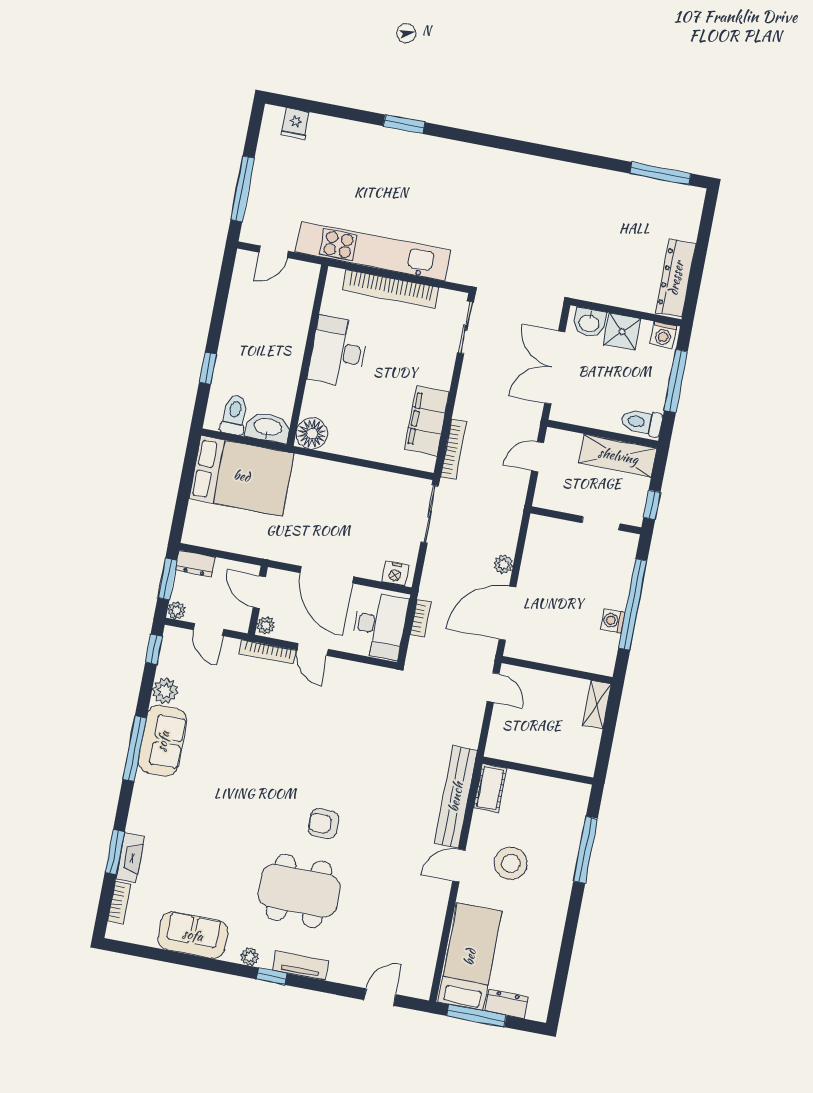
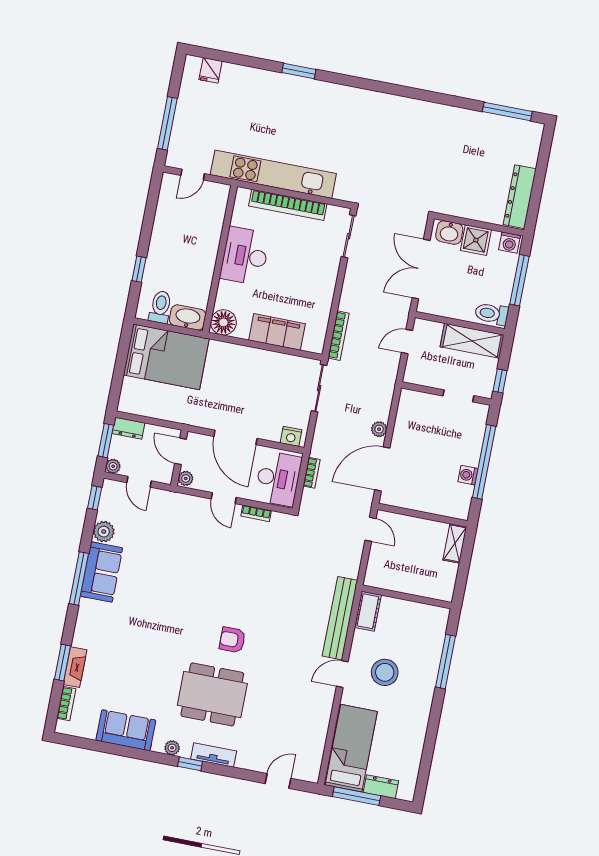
filing cabinet: (427, 421) -> (277, 332), moved, turned 90
bookcase: (268, 652) -> (256, 513), moved, width x0.64

